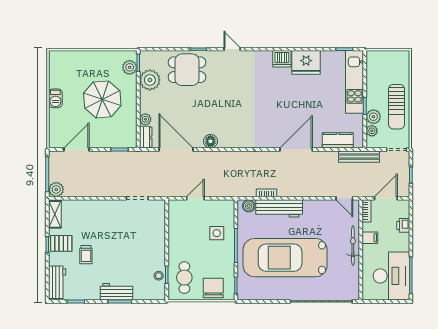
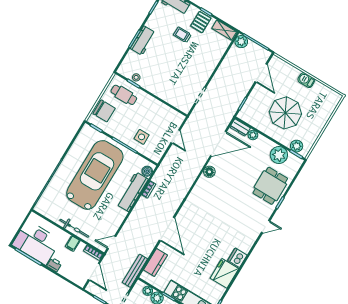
printer: (403, 225) -> (54, 265), moved

